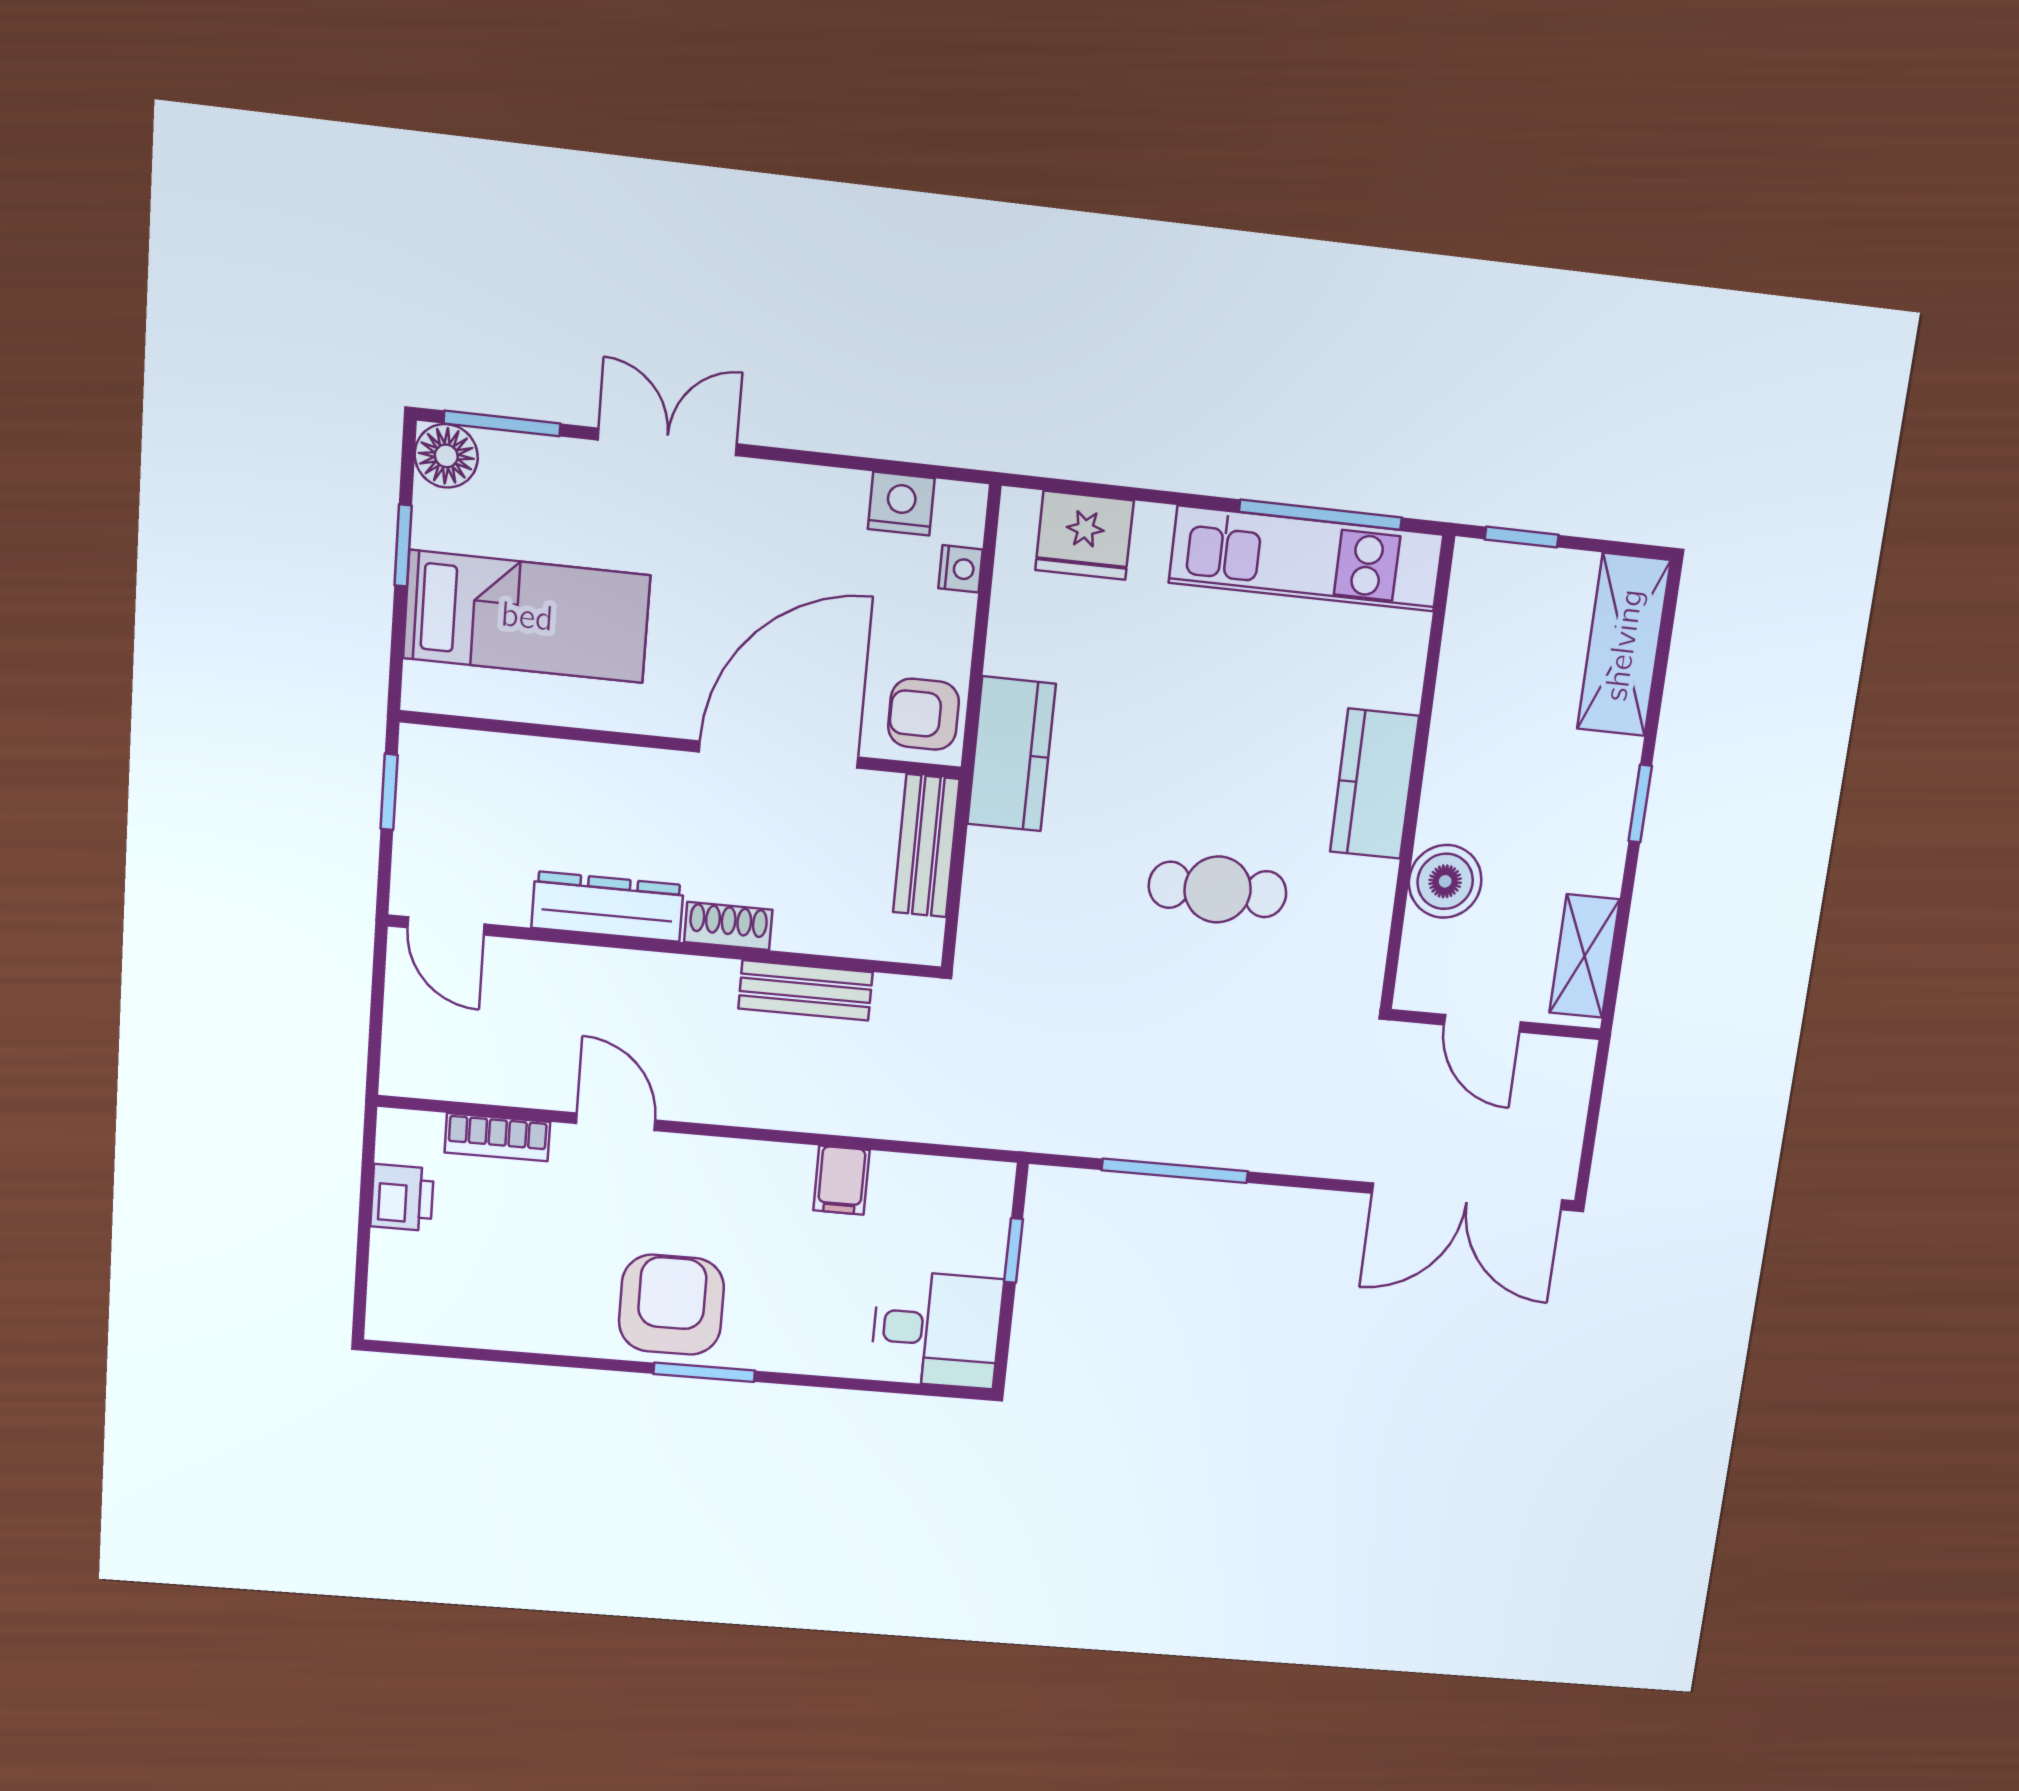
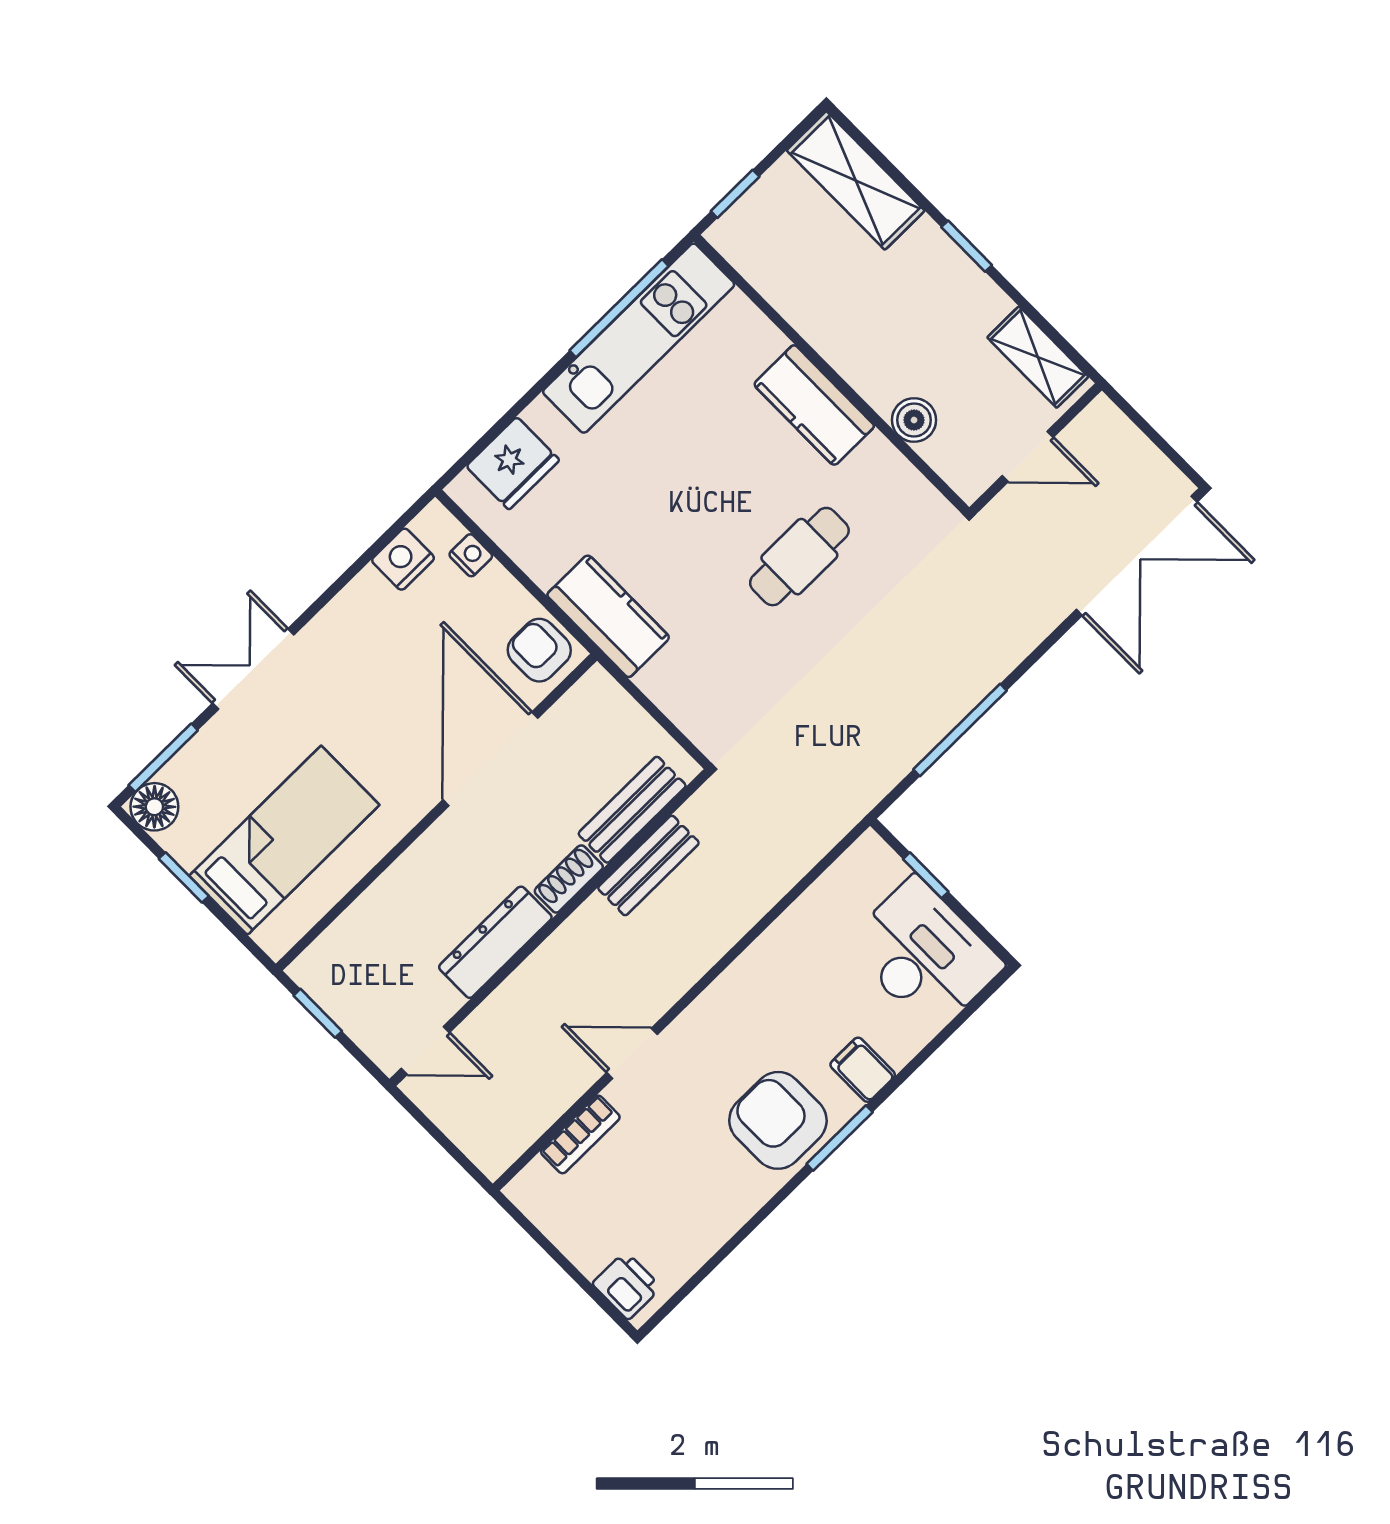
armchair: (924, 714) -> (539, 650), turned 90
bench: (926, 846) -> (632, 810), moved, turned 90
boiler: (1445, 881) -> (914, 420), width x0.73, depth x0.73
filing cabinet: (842, 1180) -> (863, 1070), moved, turned 180
printer: (402, 1198) -> (627, 1286), moved
desk: (937, 1329) -> (924, 955), width x1.37

